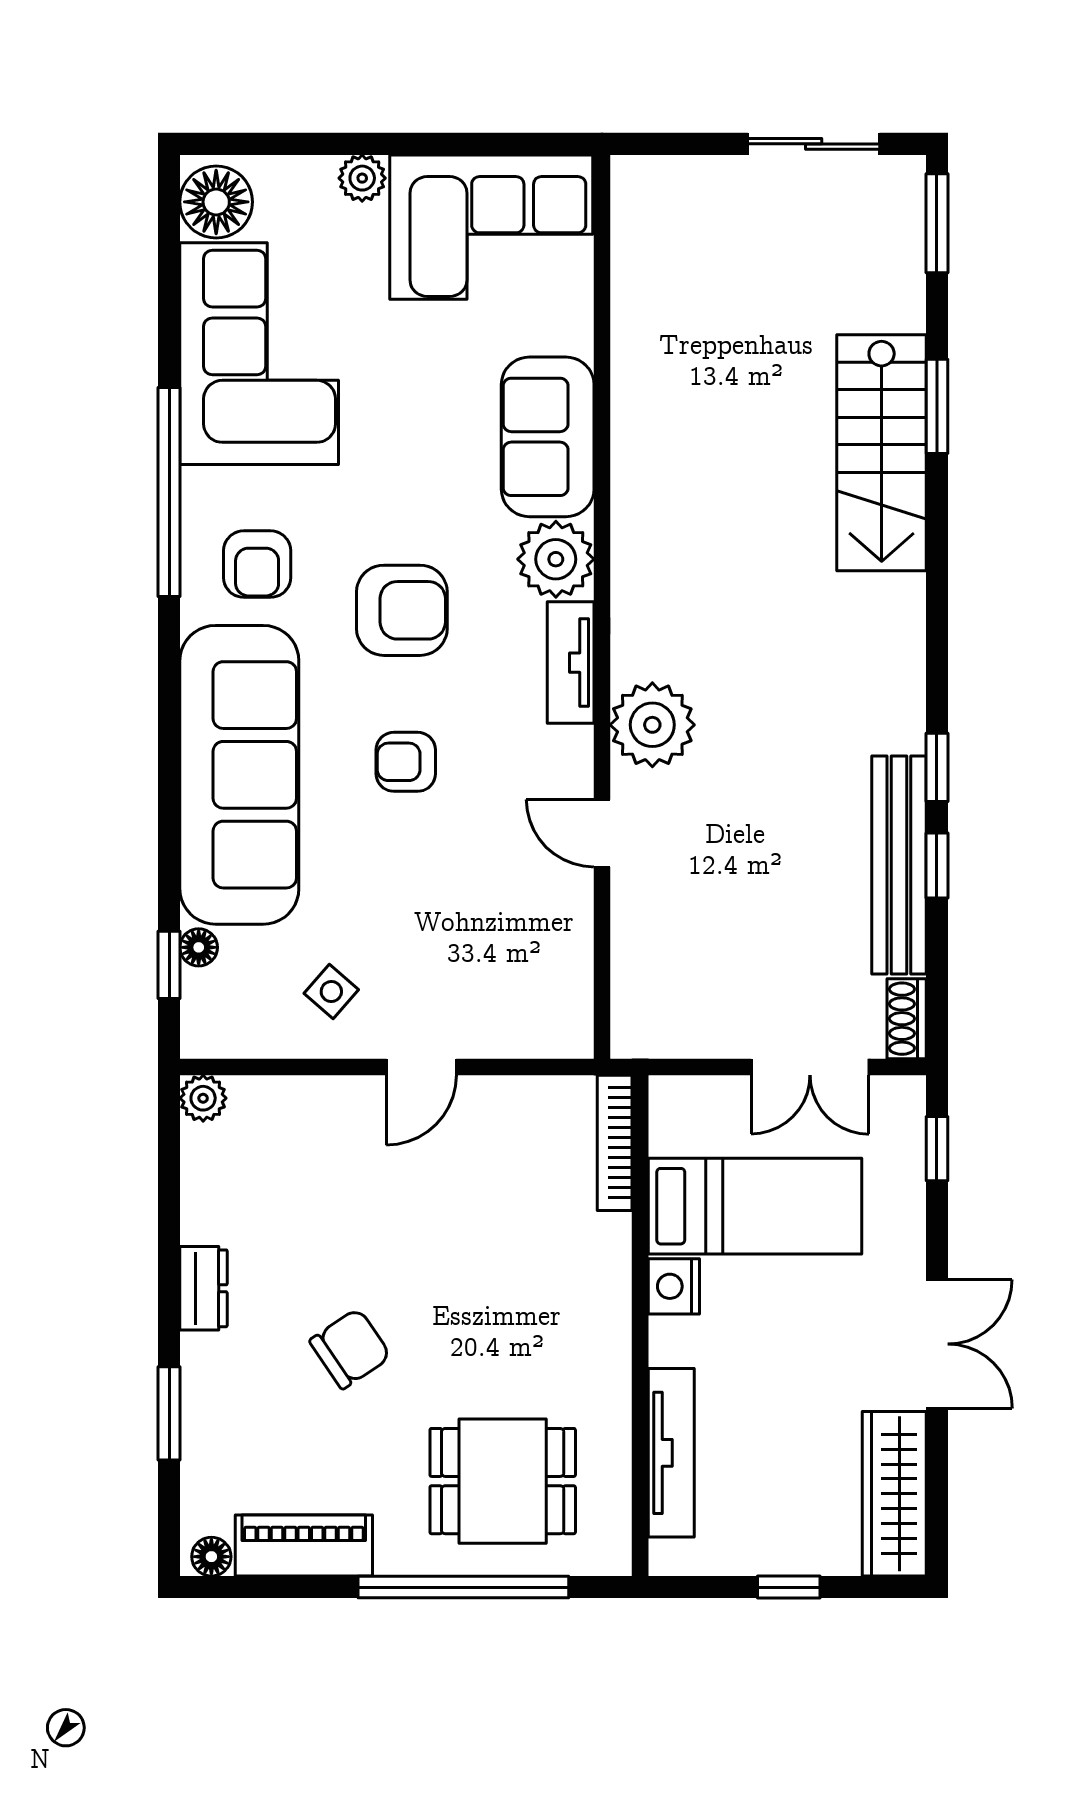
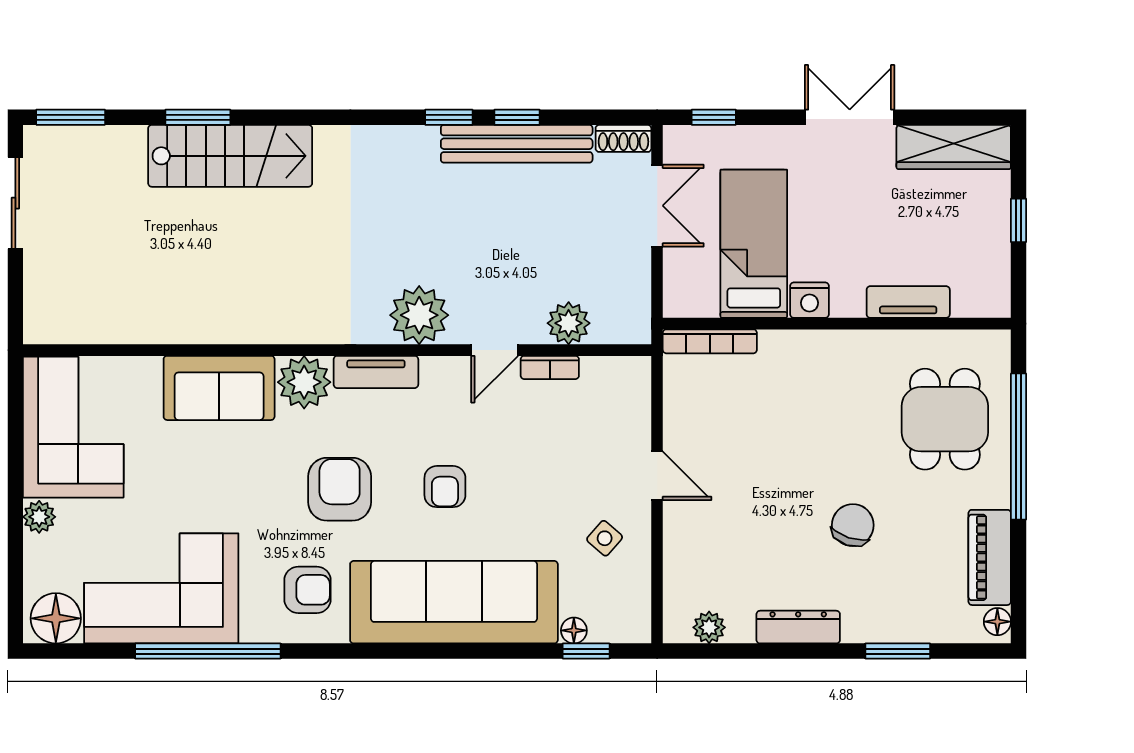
window: (169, 492) -> (208, 651), moved
bookcase: (577, 913) -> (550, 367), added
plant: (641, 940) -> (569, 323), added
plant: (203, 1098) -> (709, 627), moved
dresser: (204, 1288) -> (798, 627), width x1.44
chair: (350, 1349) -> (853, 525), turned 52
tv unit: (671, 1453) -> (908, 302), width x0.71

